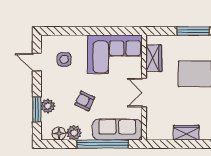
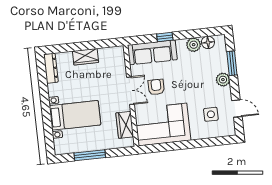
armchair: (85, 101) -> (156, 87), moved, turned -114
plant: (48, 106) -> (223, 80), moved
window: (103, 144) -> (165, 37), width x0.32

